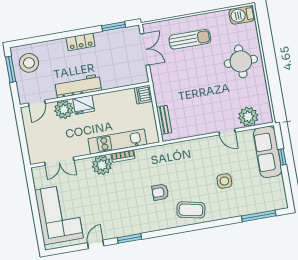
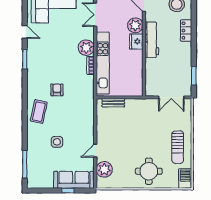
sun lounger: (190, 39) -> (178, 147), moved
locker: (81, 42) -> (186, 31), moved
dishwasher: (143, 94) -> (136, 90), removed
kitchen unit: (117, 142) -> (103, 63), width x1.36

